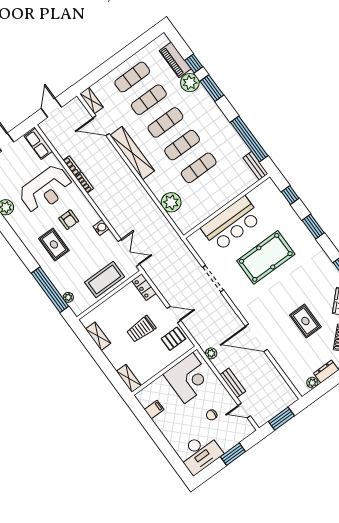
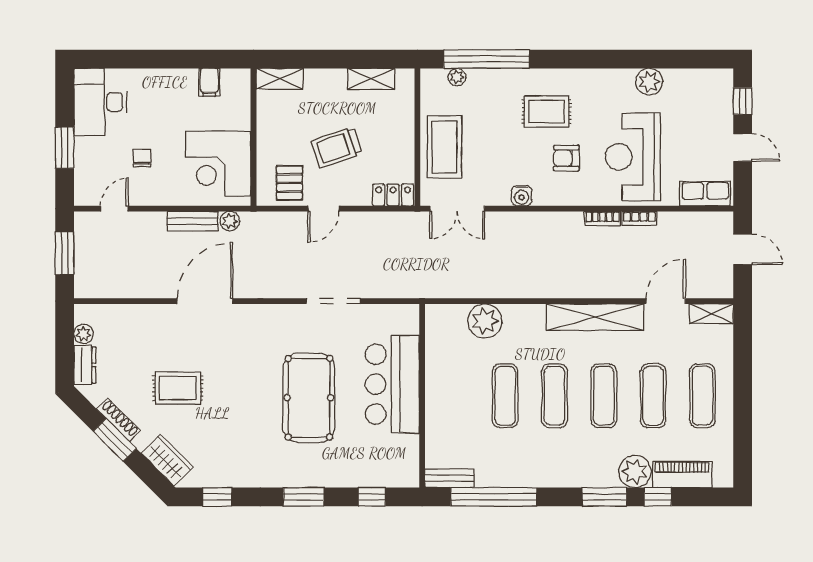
trolley: (141, 329) -> (336, 147), turned -109
bench: (233, 383) -> (193, 221), moved

